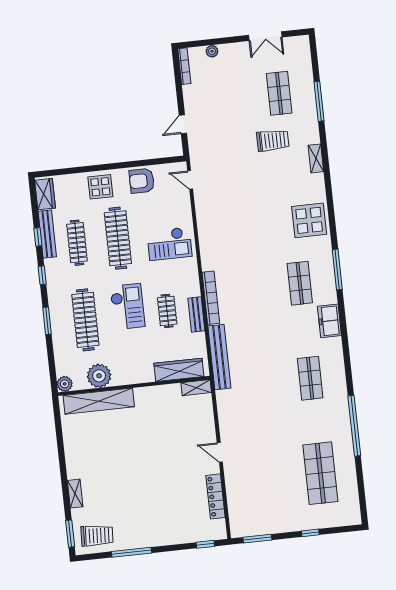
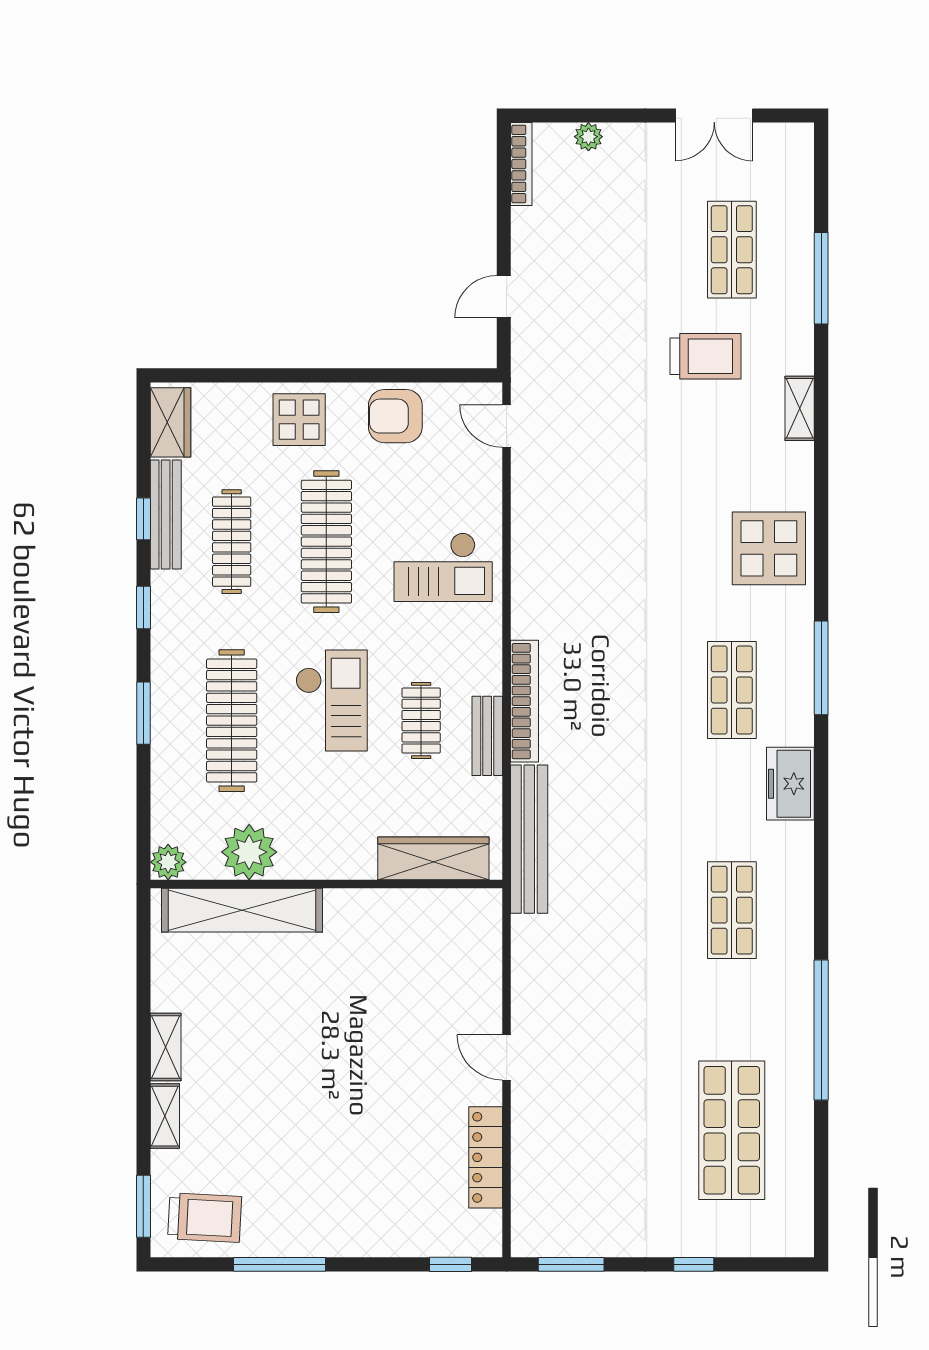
shelving: (196, 388) -> (166, 1047), moved, turned 90

